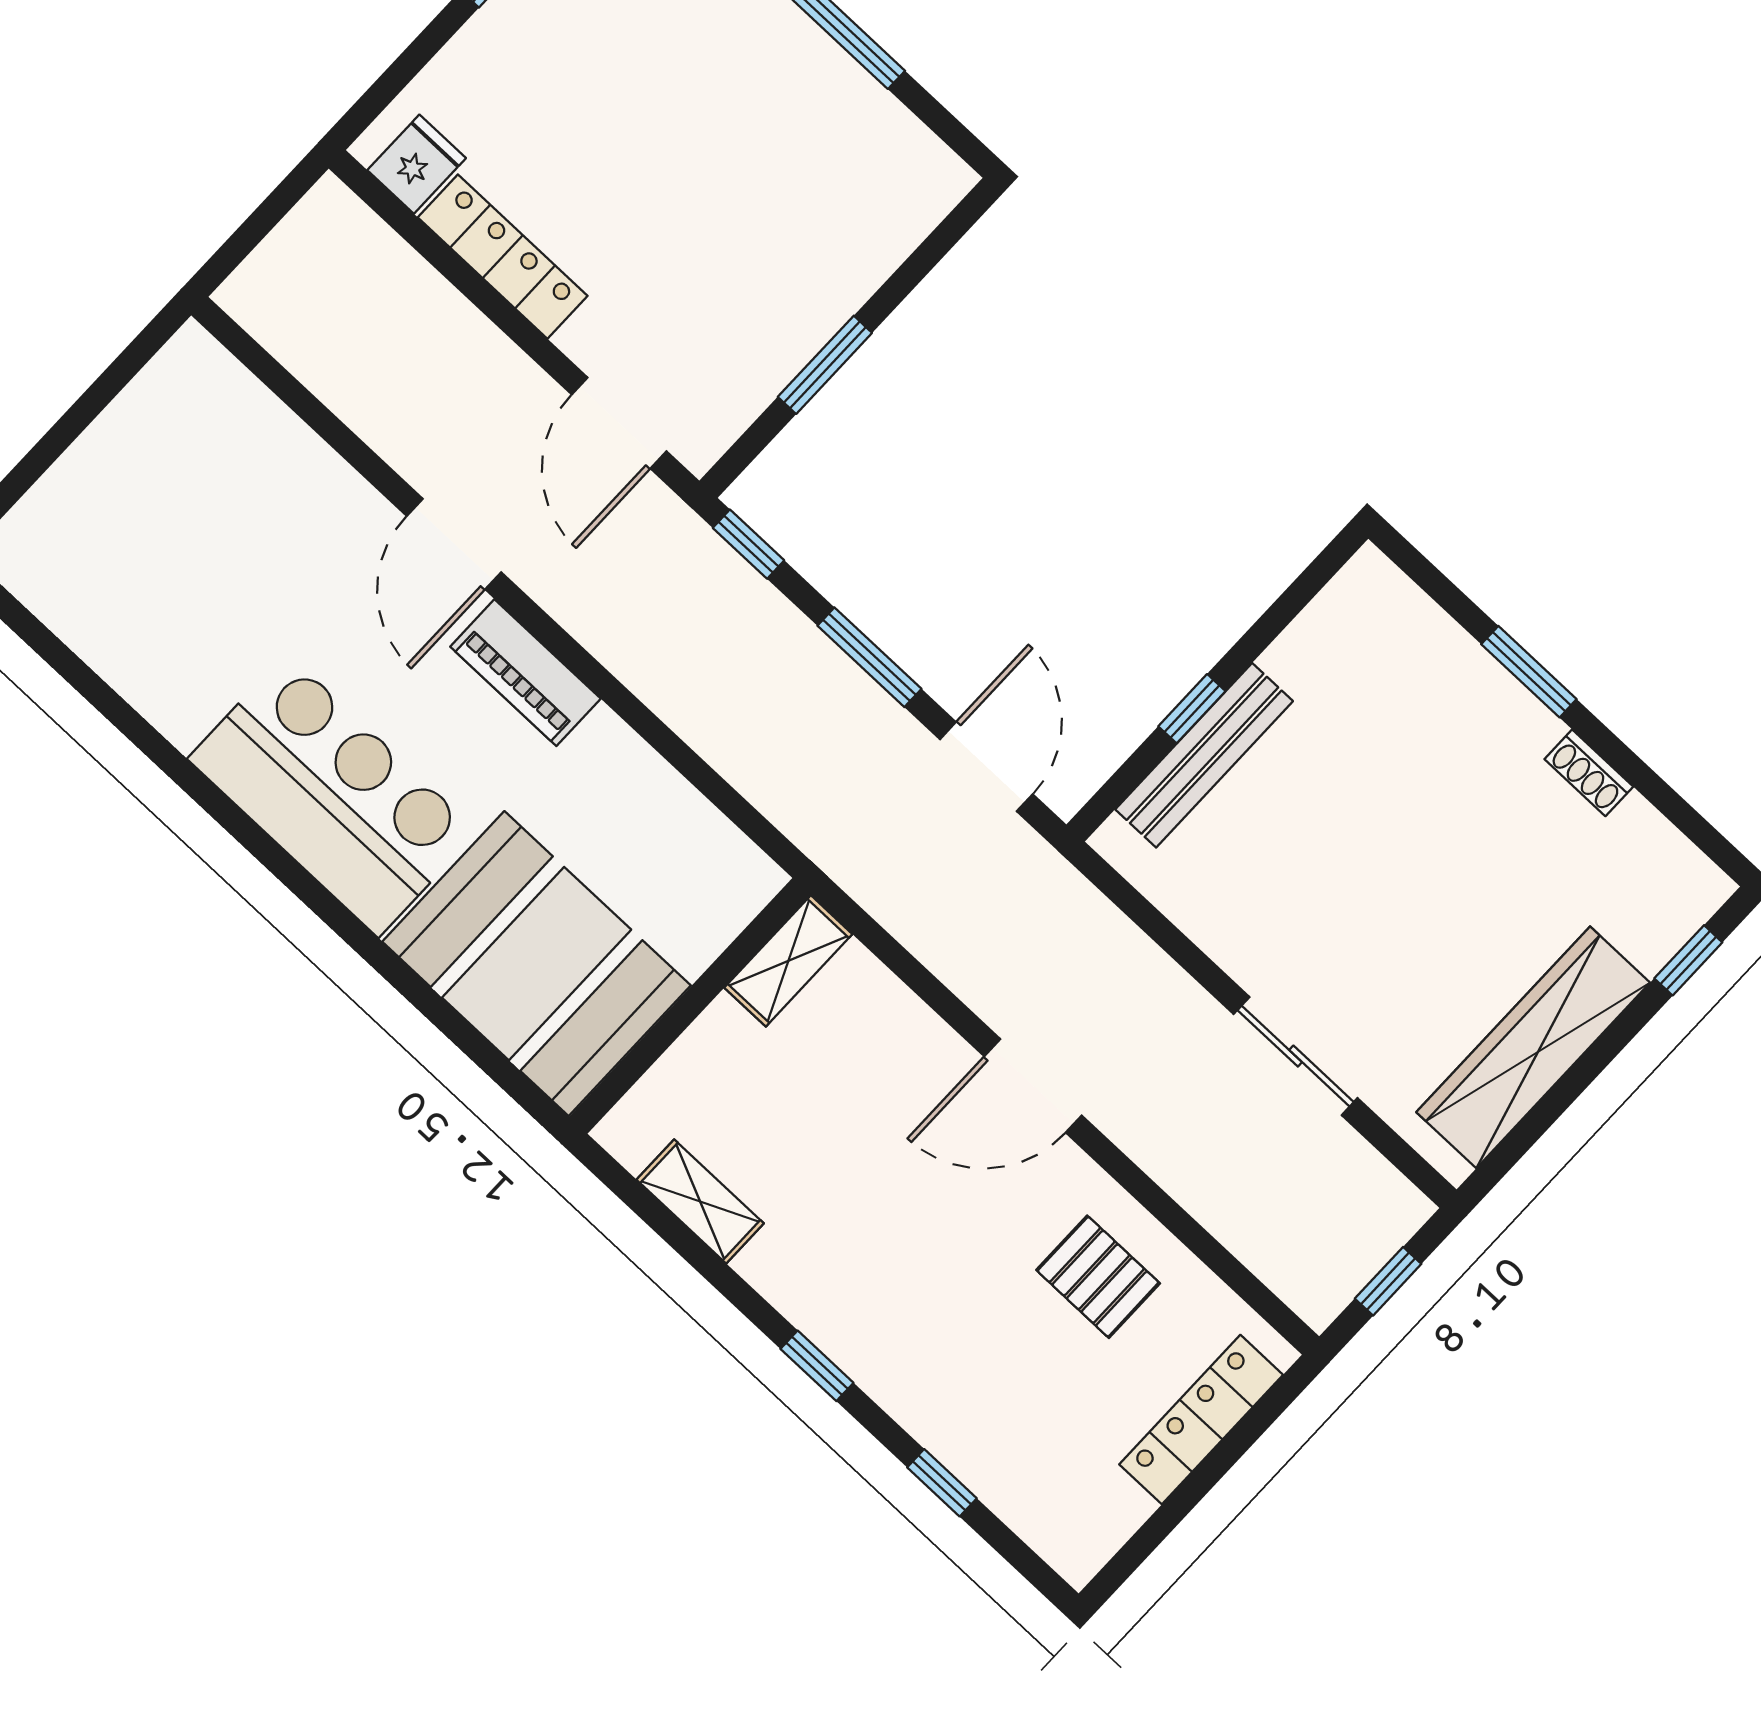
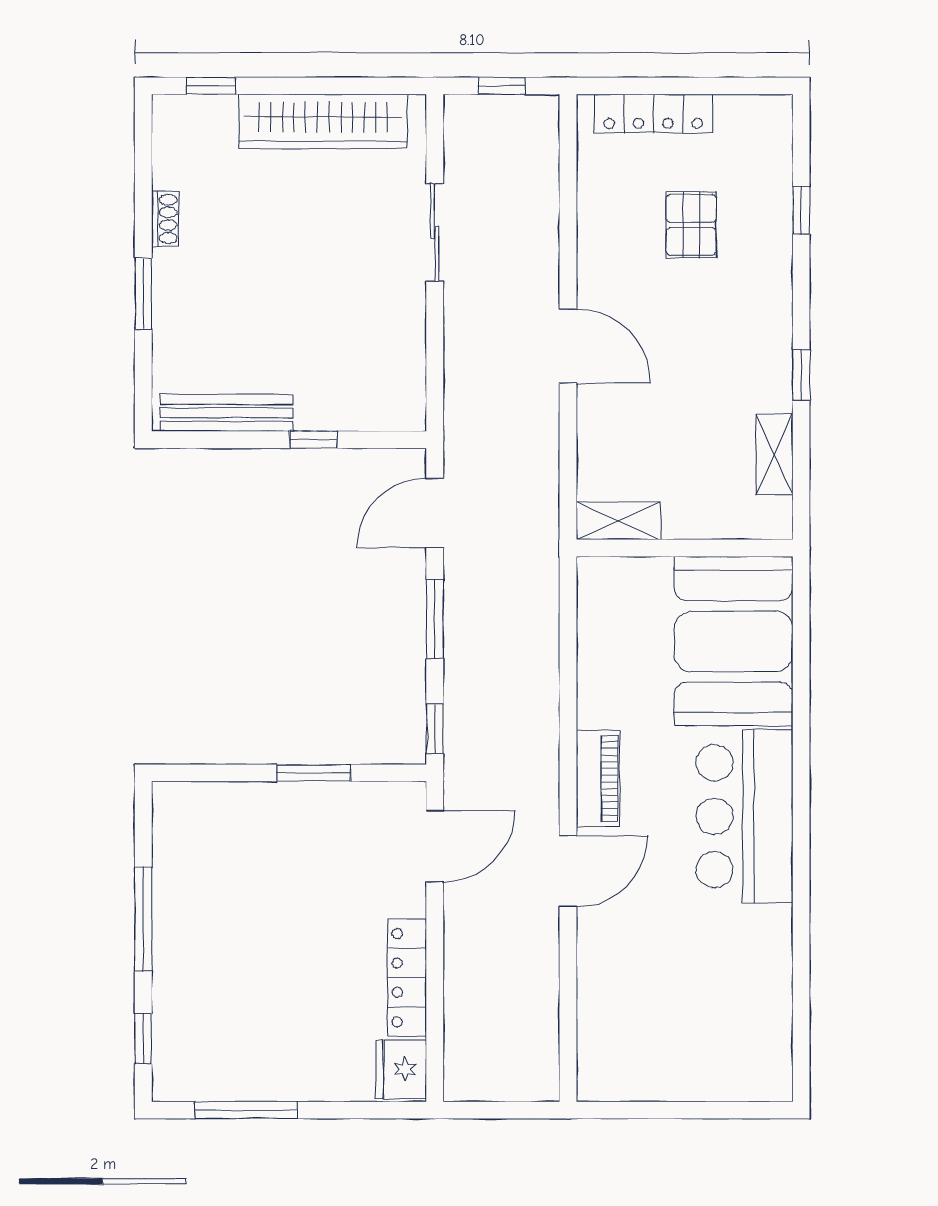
fridge: (417, 164) -> (401, 1069), width x1.38
bench: (1204, 755) -> (227, 413), moved
pallet: (1098, 1277) -> (691, 225), moved
window: (817, 1366) -> (801, 375), moved

